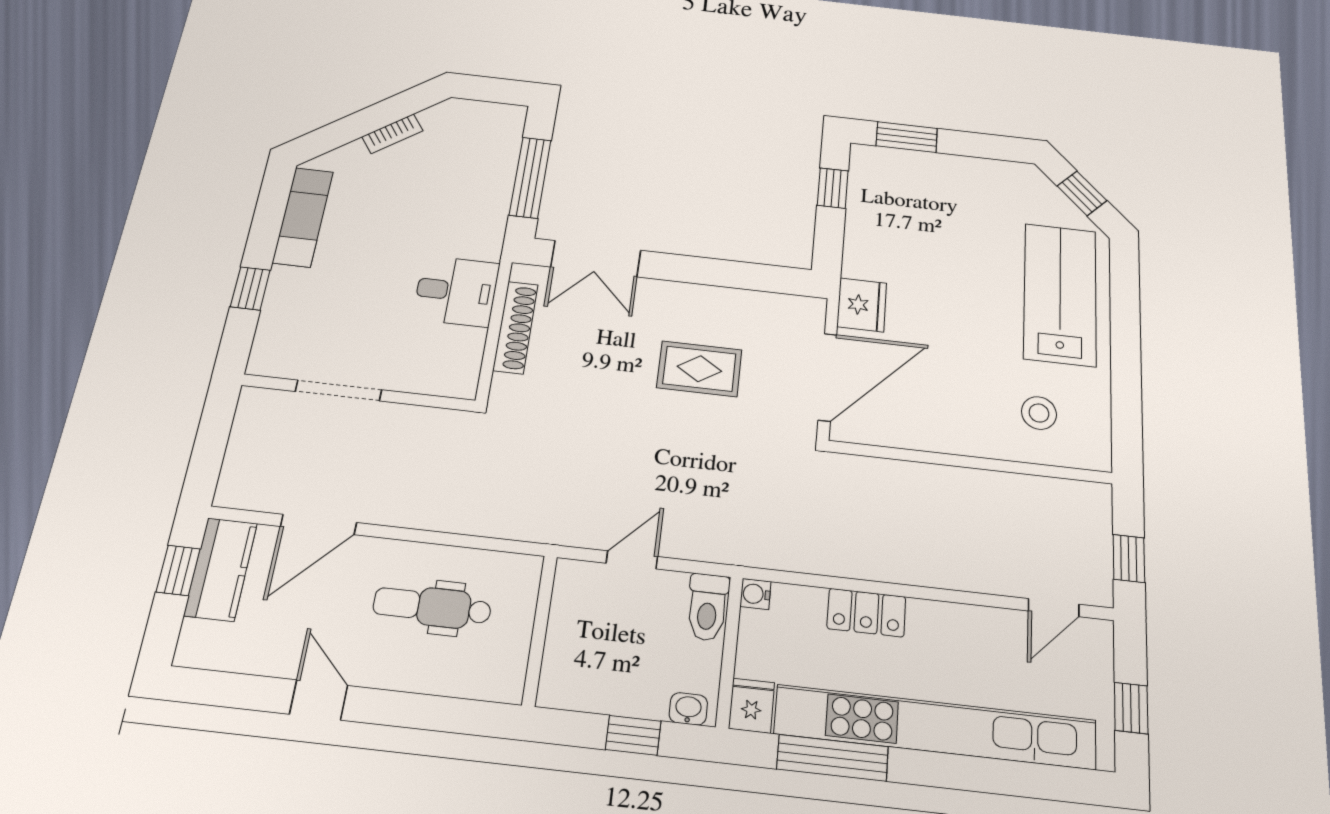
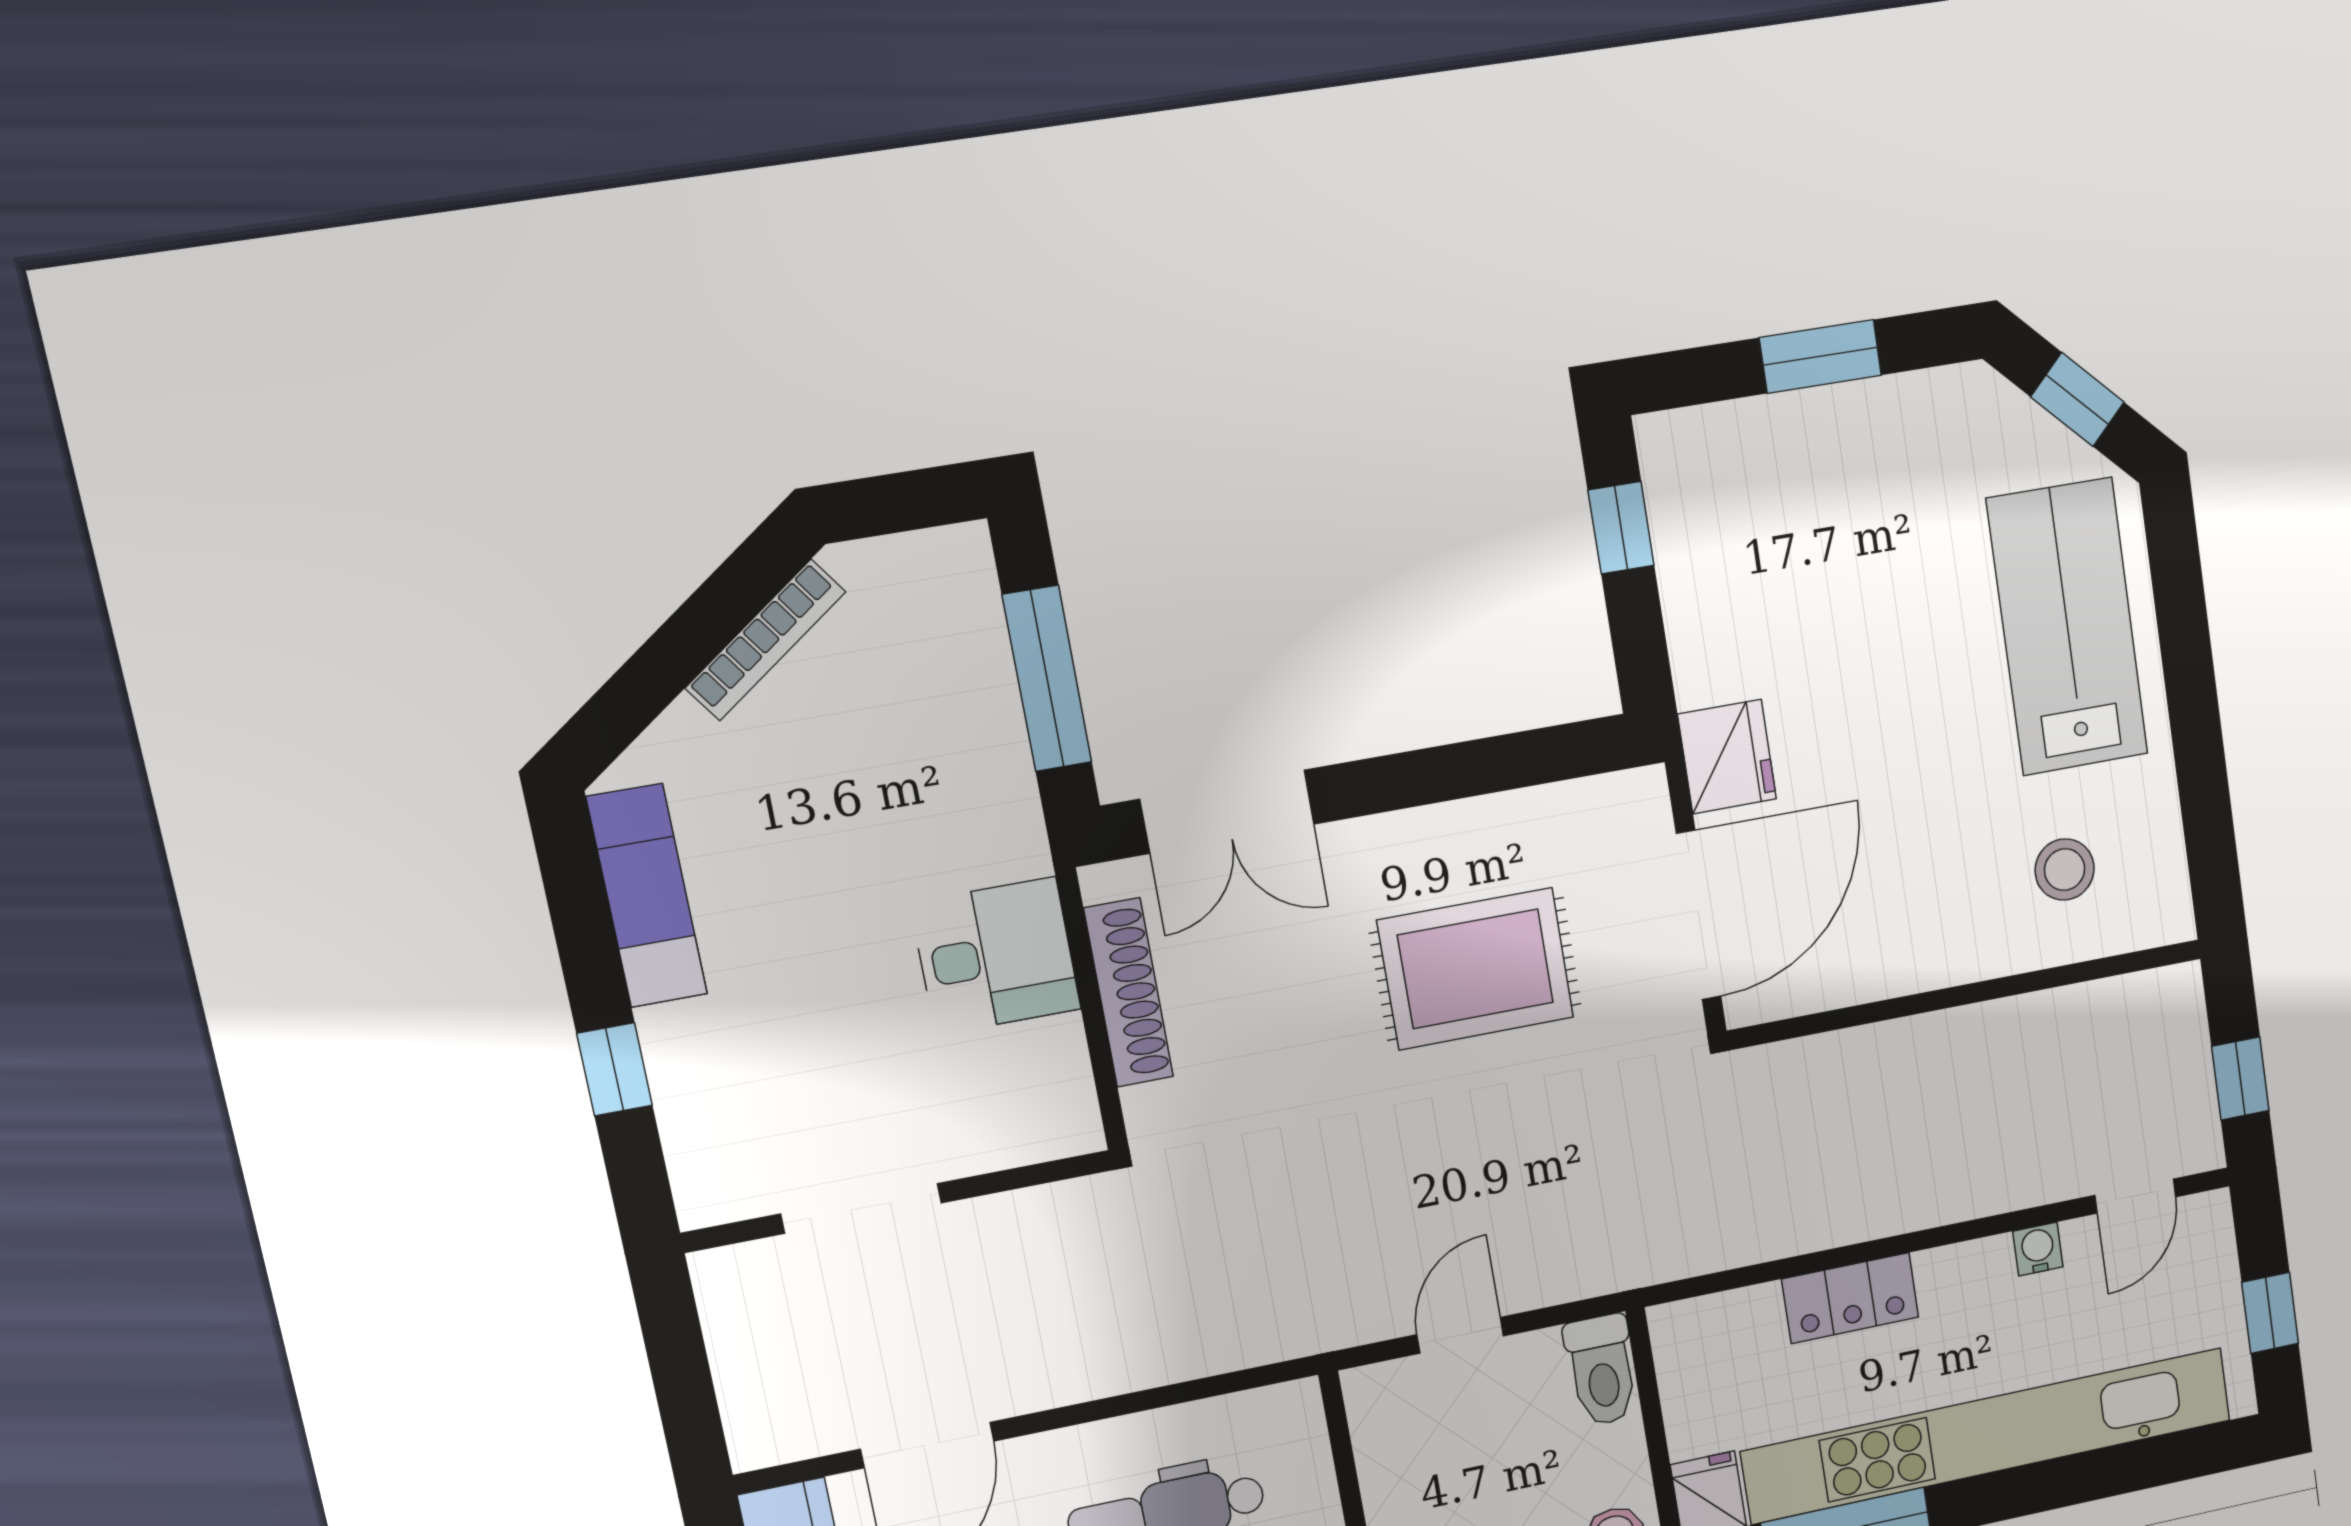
bookcase: (392, 134) -> (765, 640), width x1.56
window: (907, 137) -> (1820, 356), moved
rug: (699, 369) -> (1476, 969), width x1.36, depth x1.43
water cooler: (755, 594) -> (2038, 1249), moved, turned 90

